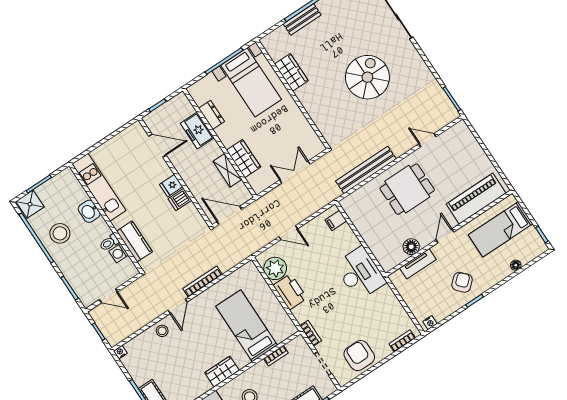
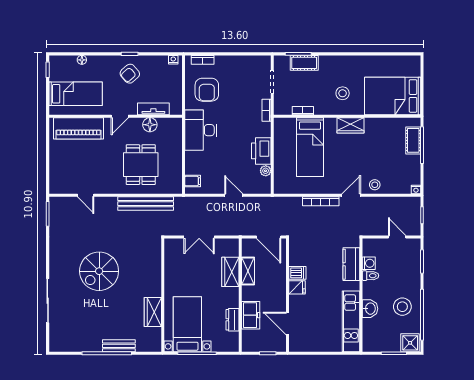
dining table: (407, 189) -> (141, 165), moved, turned 90
plant: (275, 268) -> (266, 171), width x0.53, depth x0.53
armchair: (359, 356) -> (207, 90), moved

